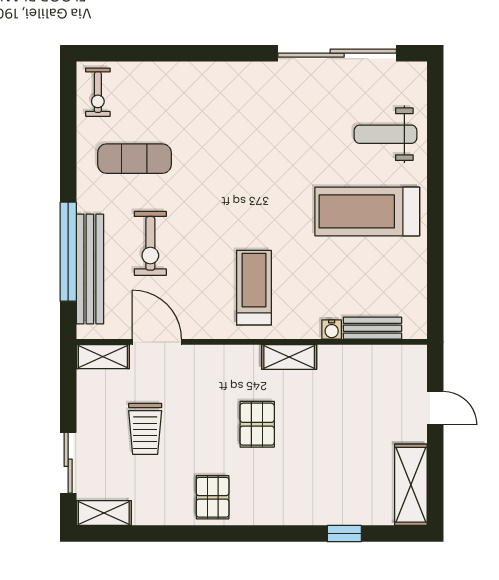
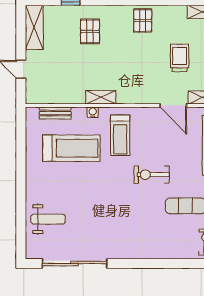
treadmill: (367, 211) -> (71, 148), moved
exercise bike: (150, 243) -> (152, 175), moved, turned -90
water cooler: (332, 330) -> (93, 112), moved
pallet: (257, 424) -> (90, 31), moved

